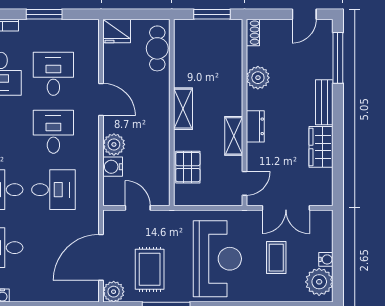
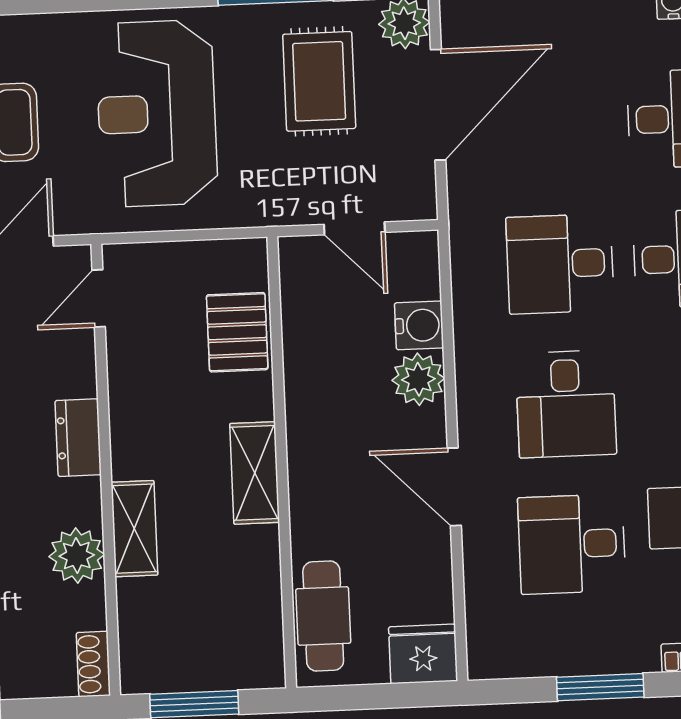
desk: (53, 74) -> (572, 544), turned 90
shelving: (234, 136) -> (134, 529), moved

